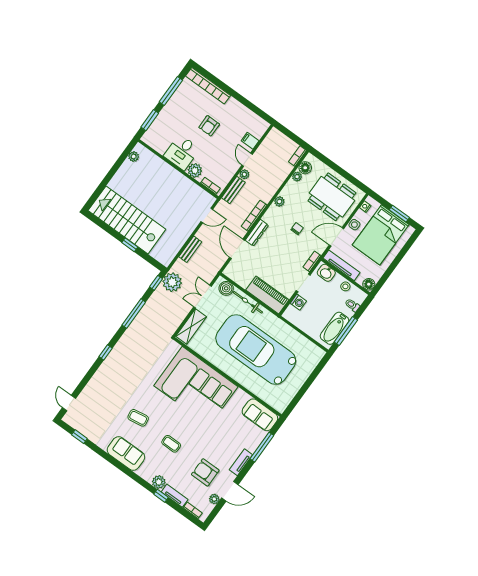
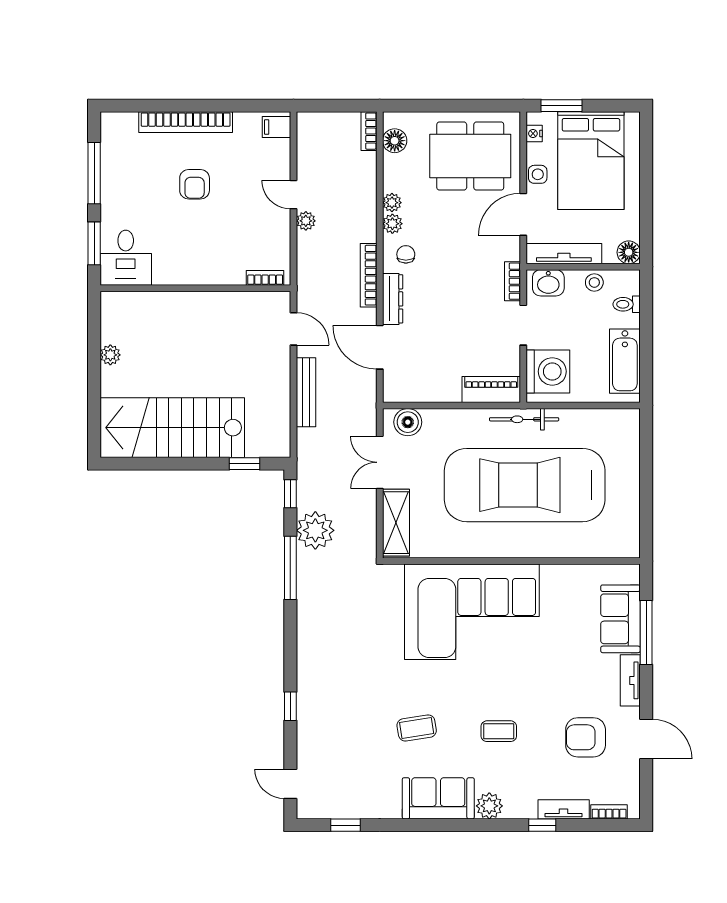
bookcase: (208, 86) -> (186, 122), moved
filing cabinet: (250, 141) -> (277, 127), moved
desk: (182, 152) -> (126, 258), moved
plant: (134, 157) -> (110, 355), moved
plant: (195, 170) -> (223, 271), removed
plant: (297, 177) -> (392, 203), moved
bench: (233, 190) -> (306, 258), removed
window: (399, 214) -> (562, 106), moved
door: (207, 215) -> (294, 329), hinge flipped
chair: (297, 229) -> (406, 254), moved
window: (130, 245) -> (245, 464), moved
bench: (190, 249) -> (306, 392), width x1.36
plant: (172, 282) -> (315, 530), moved
piano: (267, 295) -> (491, 390), width x0.73, depth x0.75
bicycle: (248, 302) -> (524, 419), moved
washing machine: (298, 302) -> (548, 371), width x1.89, depth x1.89
window: (346, 331) -> (646, 353), removed
window: (106, 352) -> (290, 706), moved
sofa: (260, 415) -> (620, 619), moved, turned 90
plant: (159, 482) -> (489, 806), moved
door: (230, 491) -> (646, 739), hinge flipped
plant: (214, 499) -> (630, 769), removed

